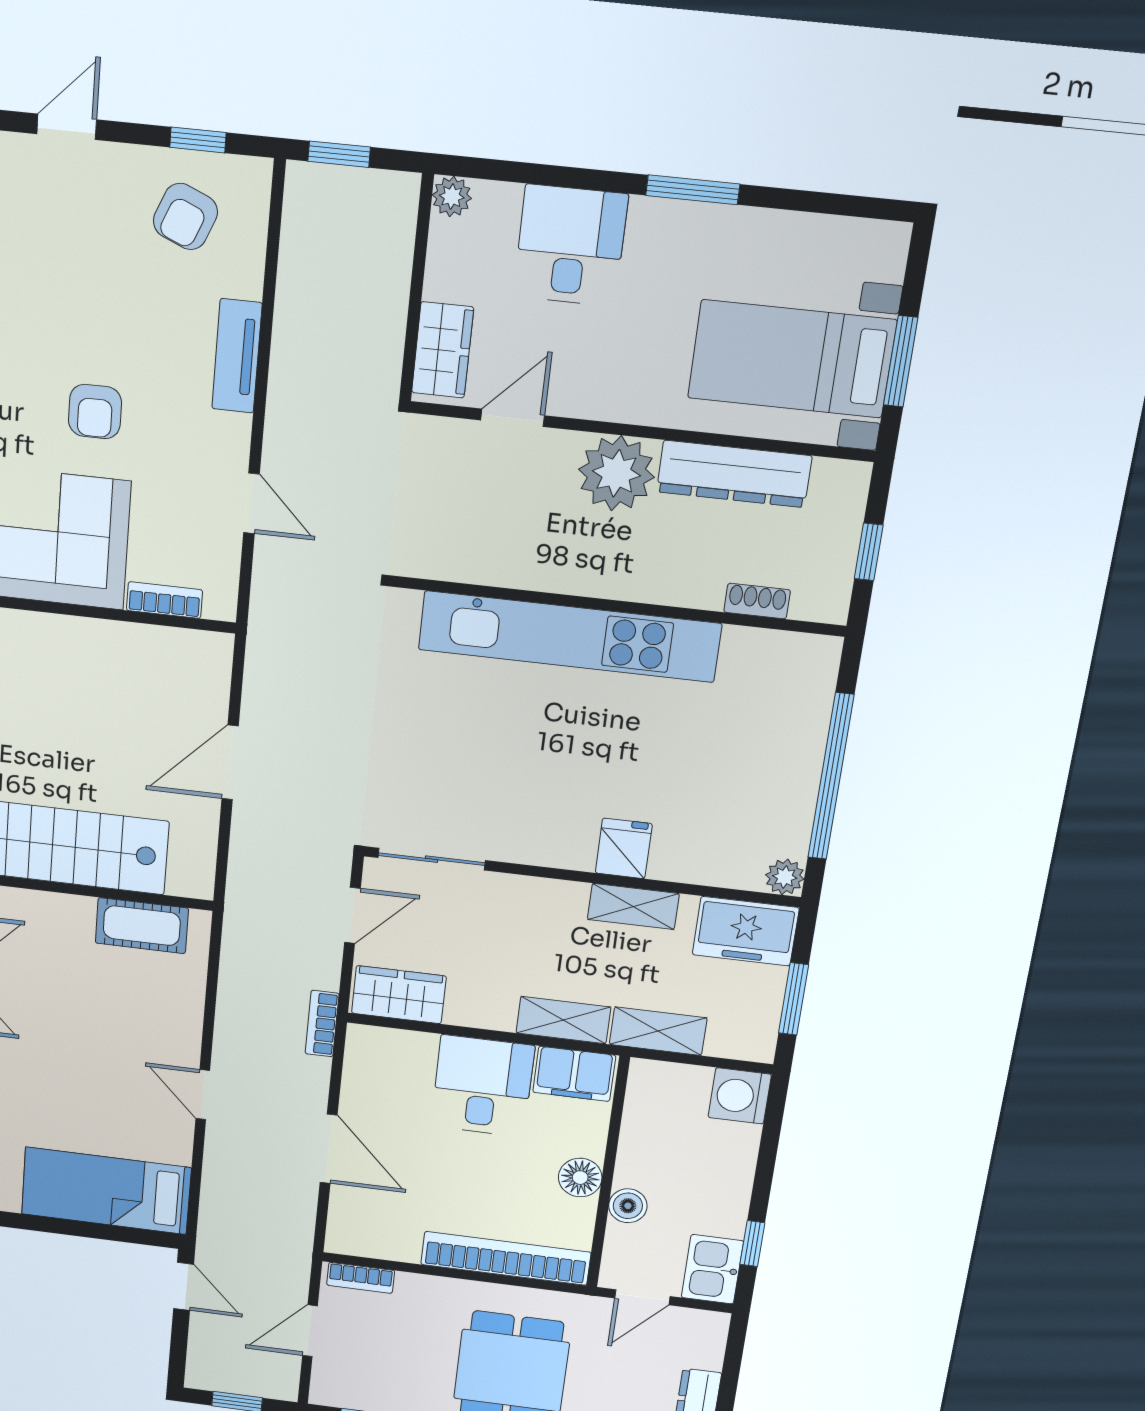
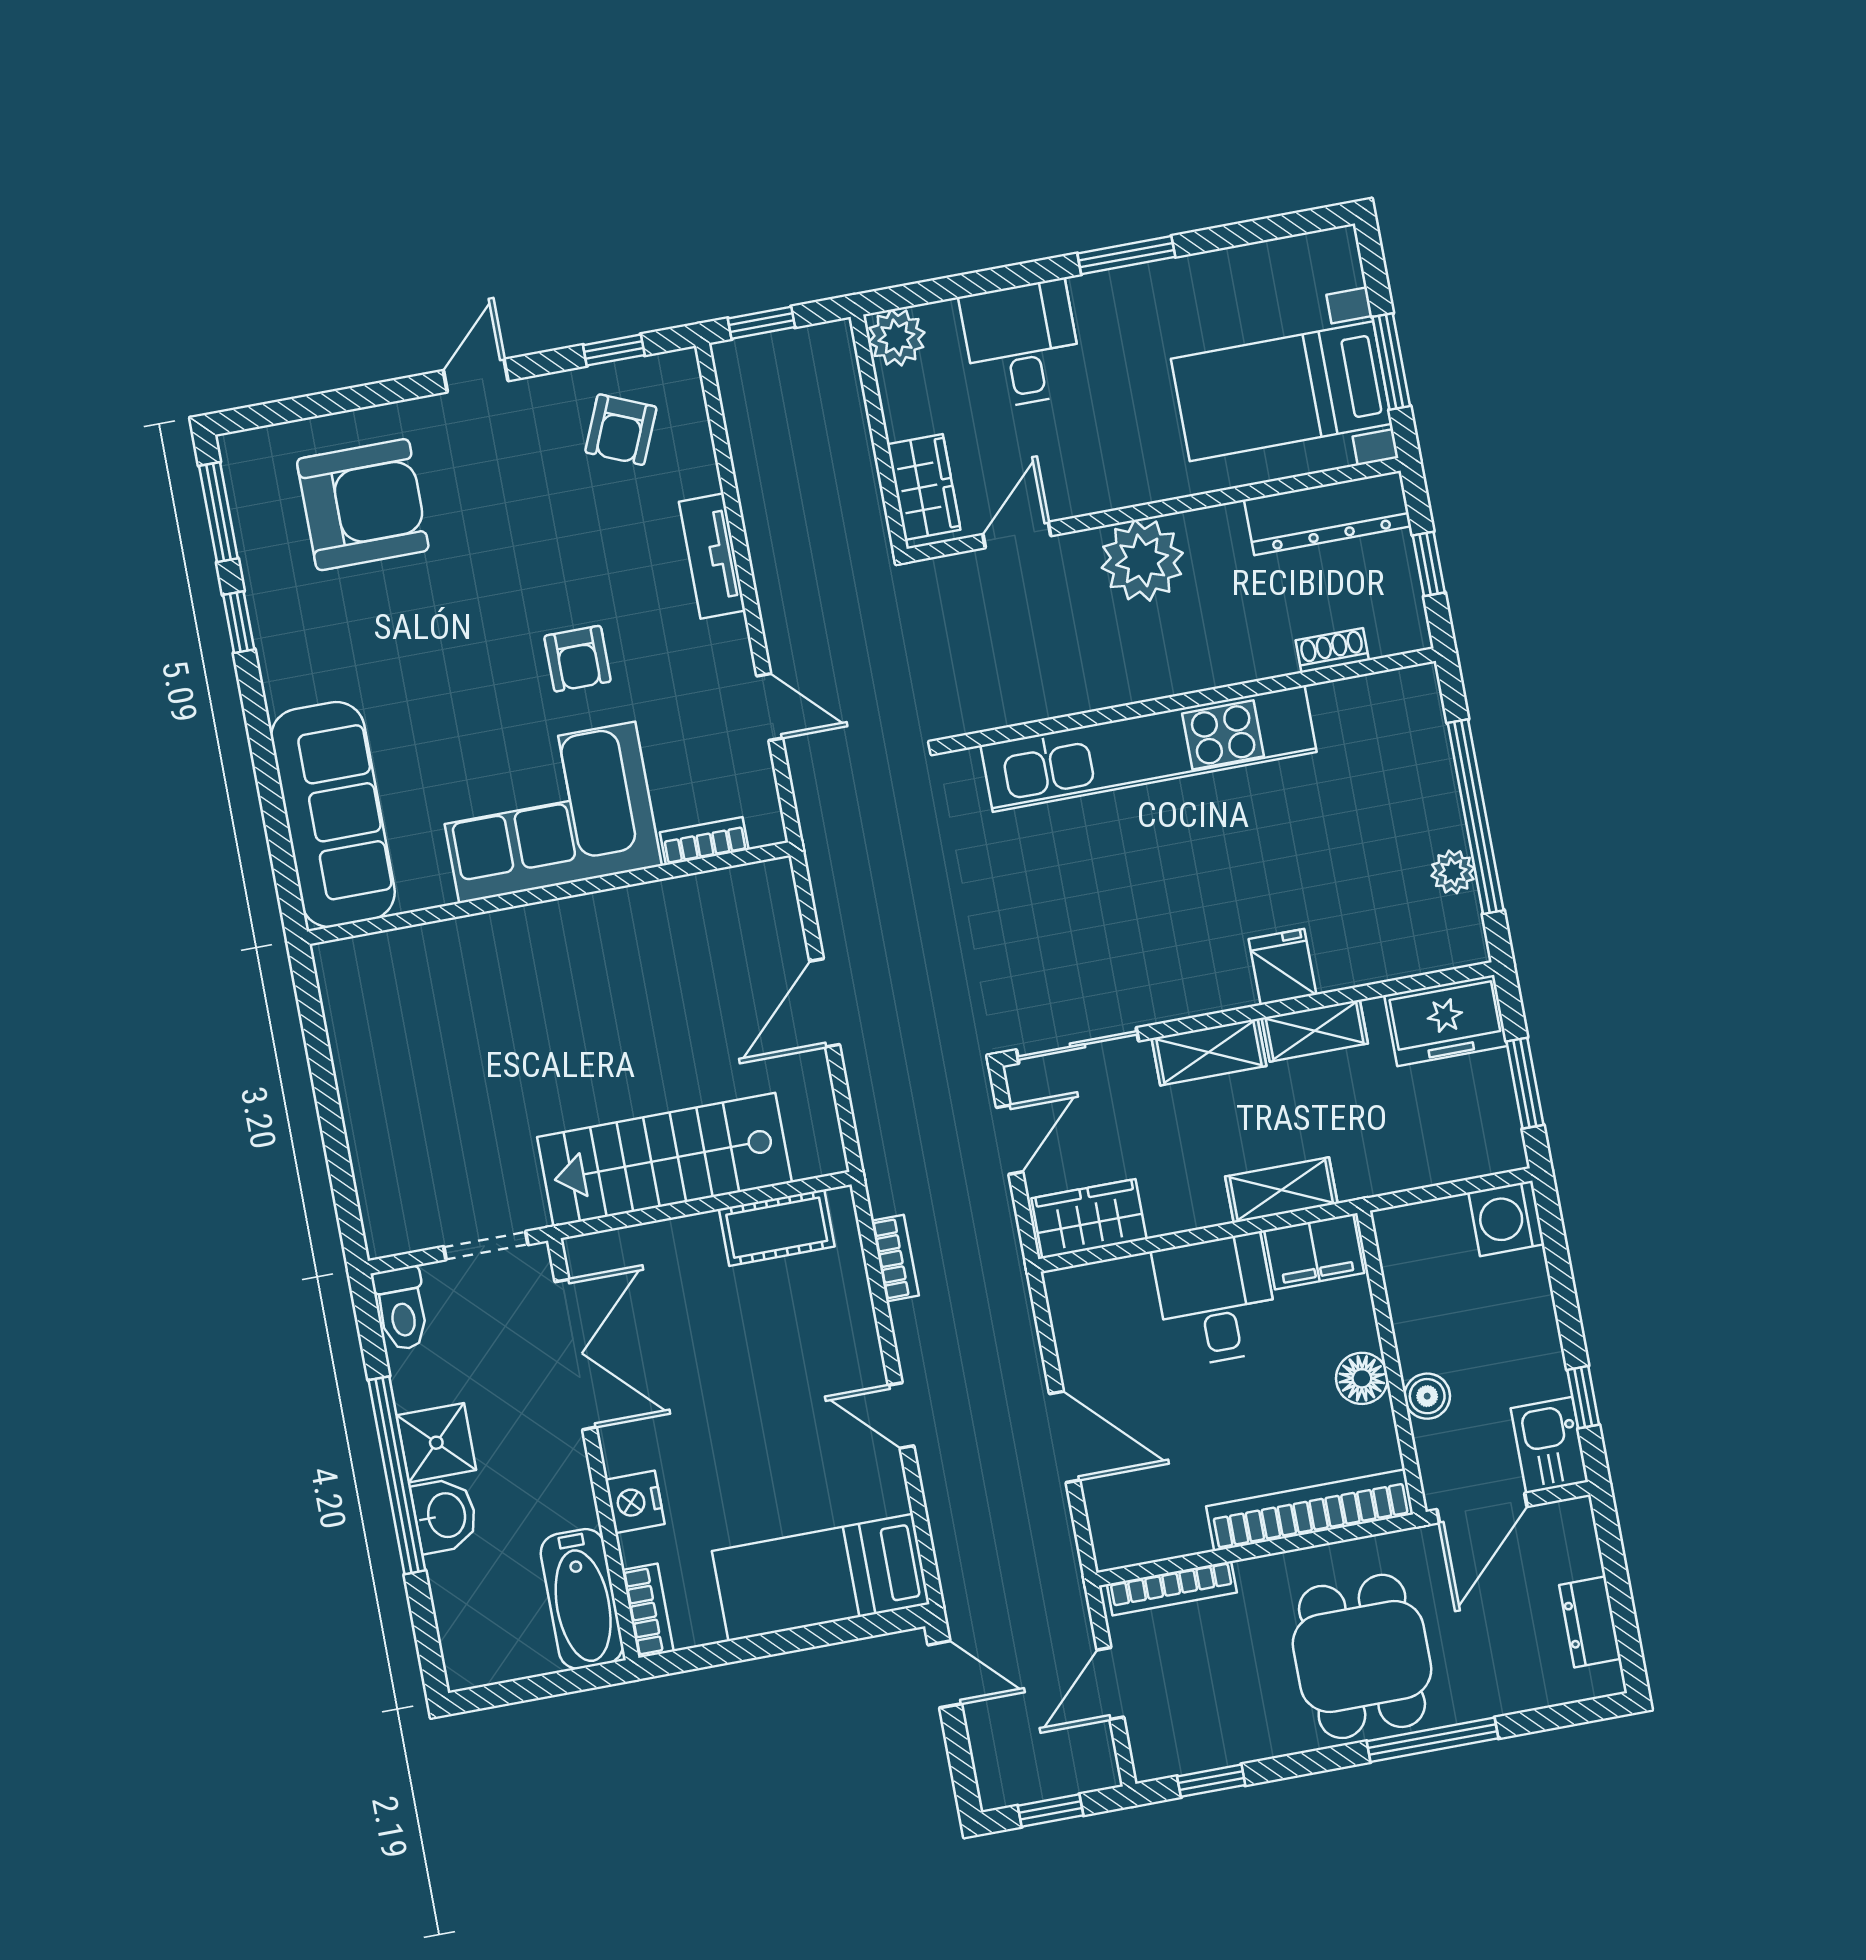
plant: (452, 197) -> (896, 337), width x1.38, depth x1.38
dresser: (734, 474) -> (1327, 513), moved
plant: (785, 877) -> (1453, 872), moved
bookcase: (322, 1024) -> (895, 1258), moved, turned 180
shelving: (658, 1031) -> (1209, 1052), moved
bookcase: (361, 1278) -> (1172, 1588), width x1.56
door: (642, 1297) -> (1482, 1508), width x1.38

